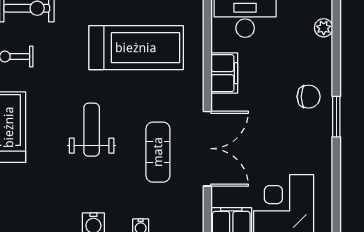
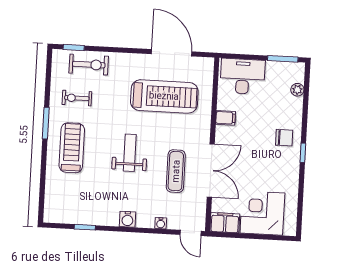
filing cabinet: (224, 73) -> (226, 118), width x0.50
window: (336, 117) -> (303, 153), width x0.67

